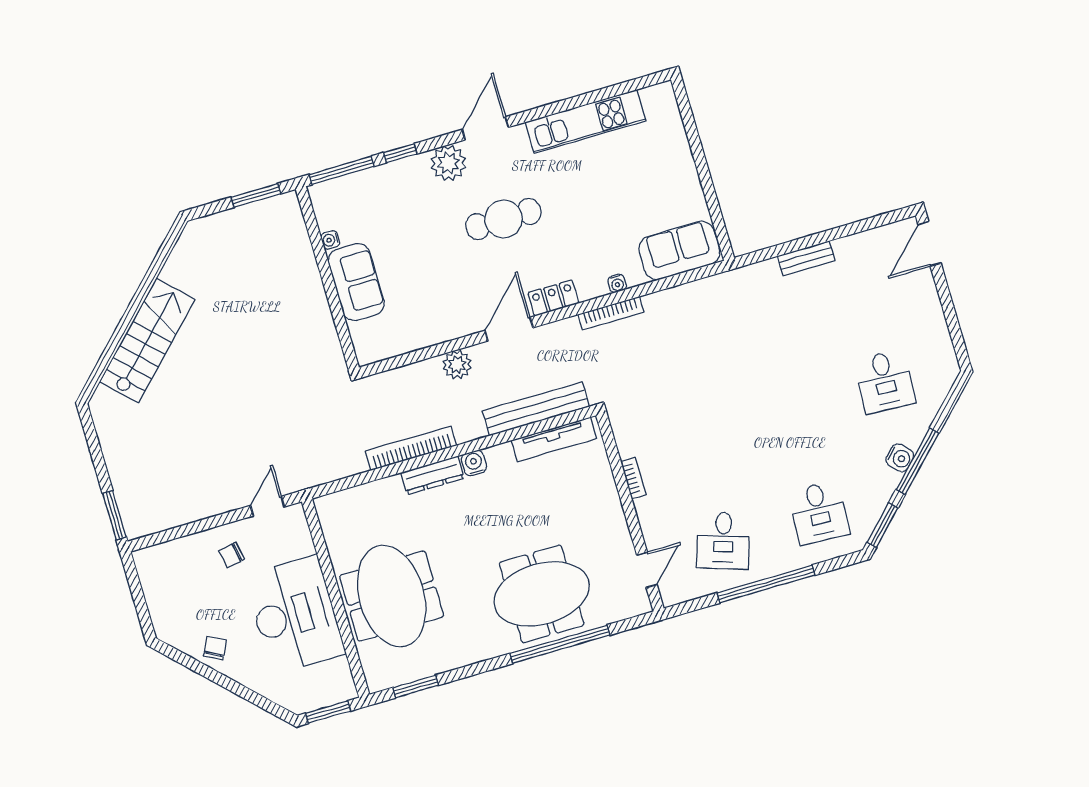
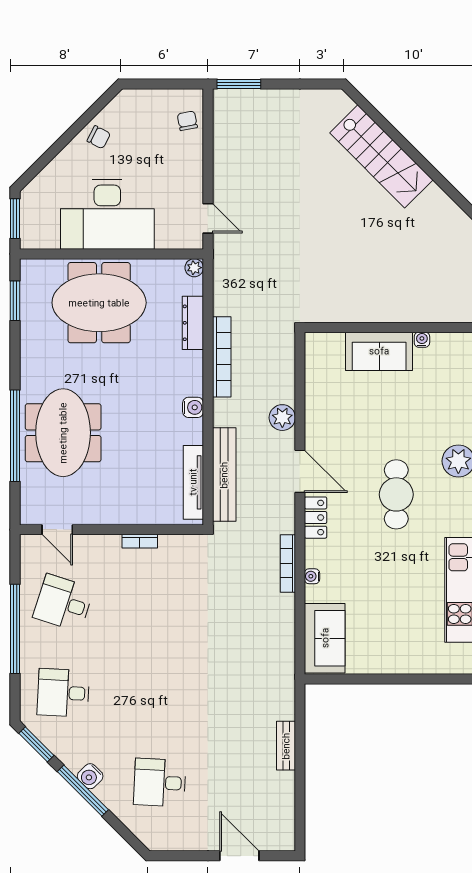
door: (929, 244) -> (239, 856), moved
dresser: (432, 475) -> (193, 323), moved
plant: (325, 505) -> (194, 268), added
chair: (232, 555) -> (187, 121), moved

